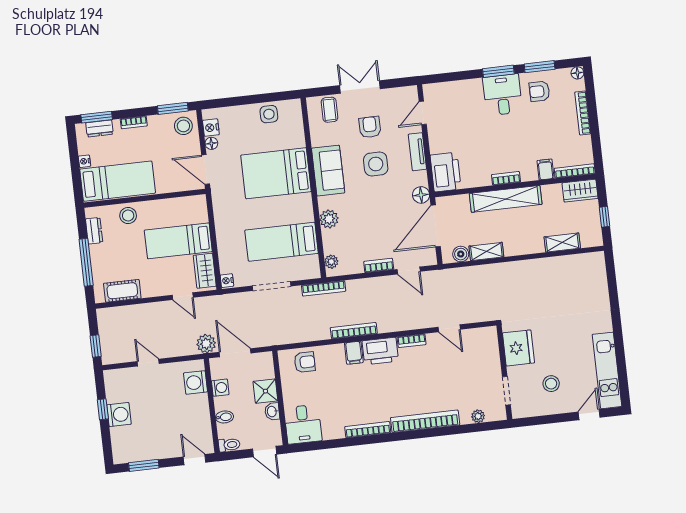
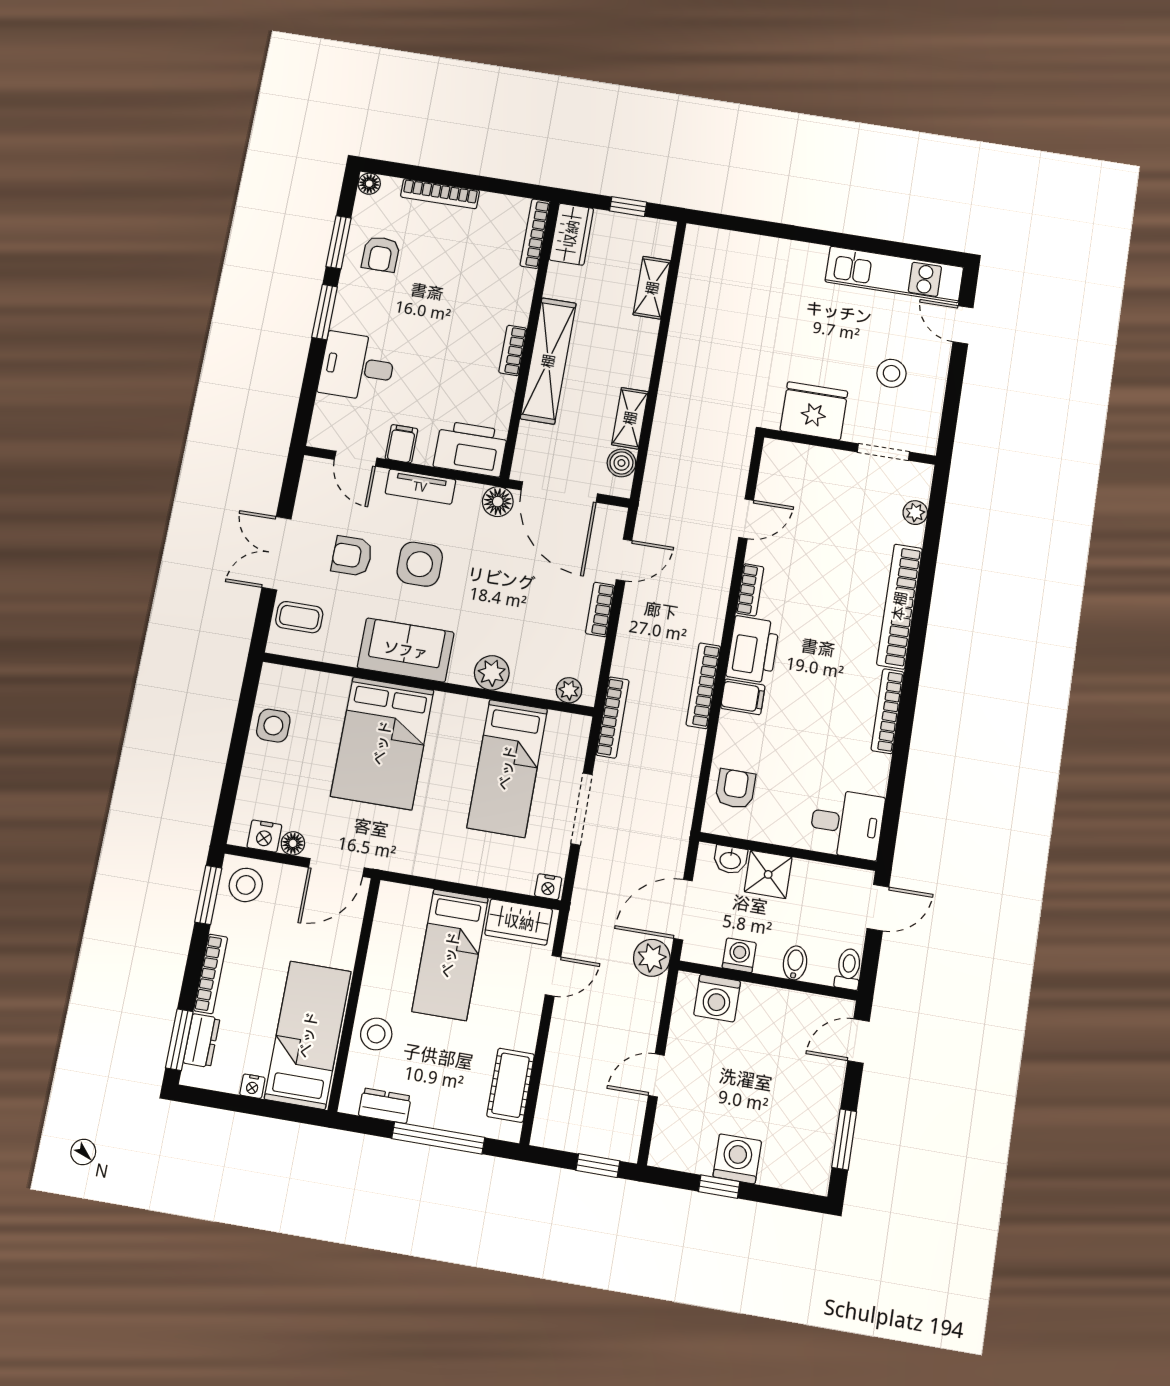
desk: (502, 95) -> (357, 367), moved
bookcase: (134, 122) -> (211, 974), width x1.56
filing cabinet: (545, 169) -> (401, 444), moved, turned 90
washbasin: (272, 411) -> (730, 860), moved

